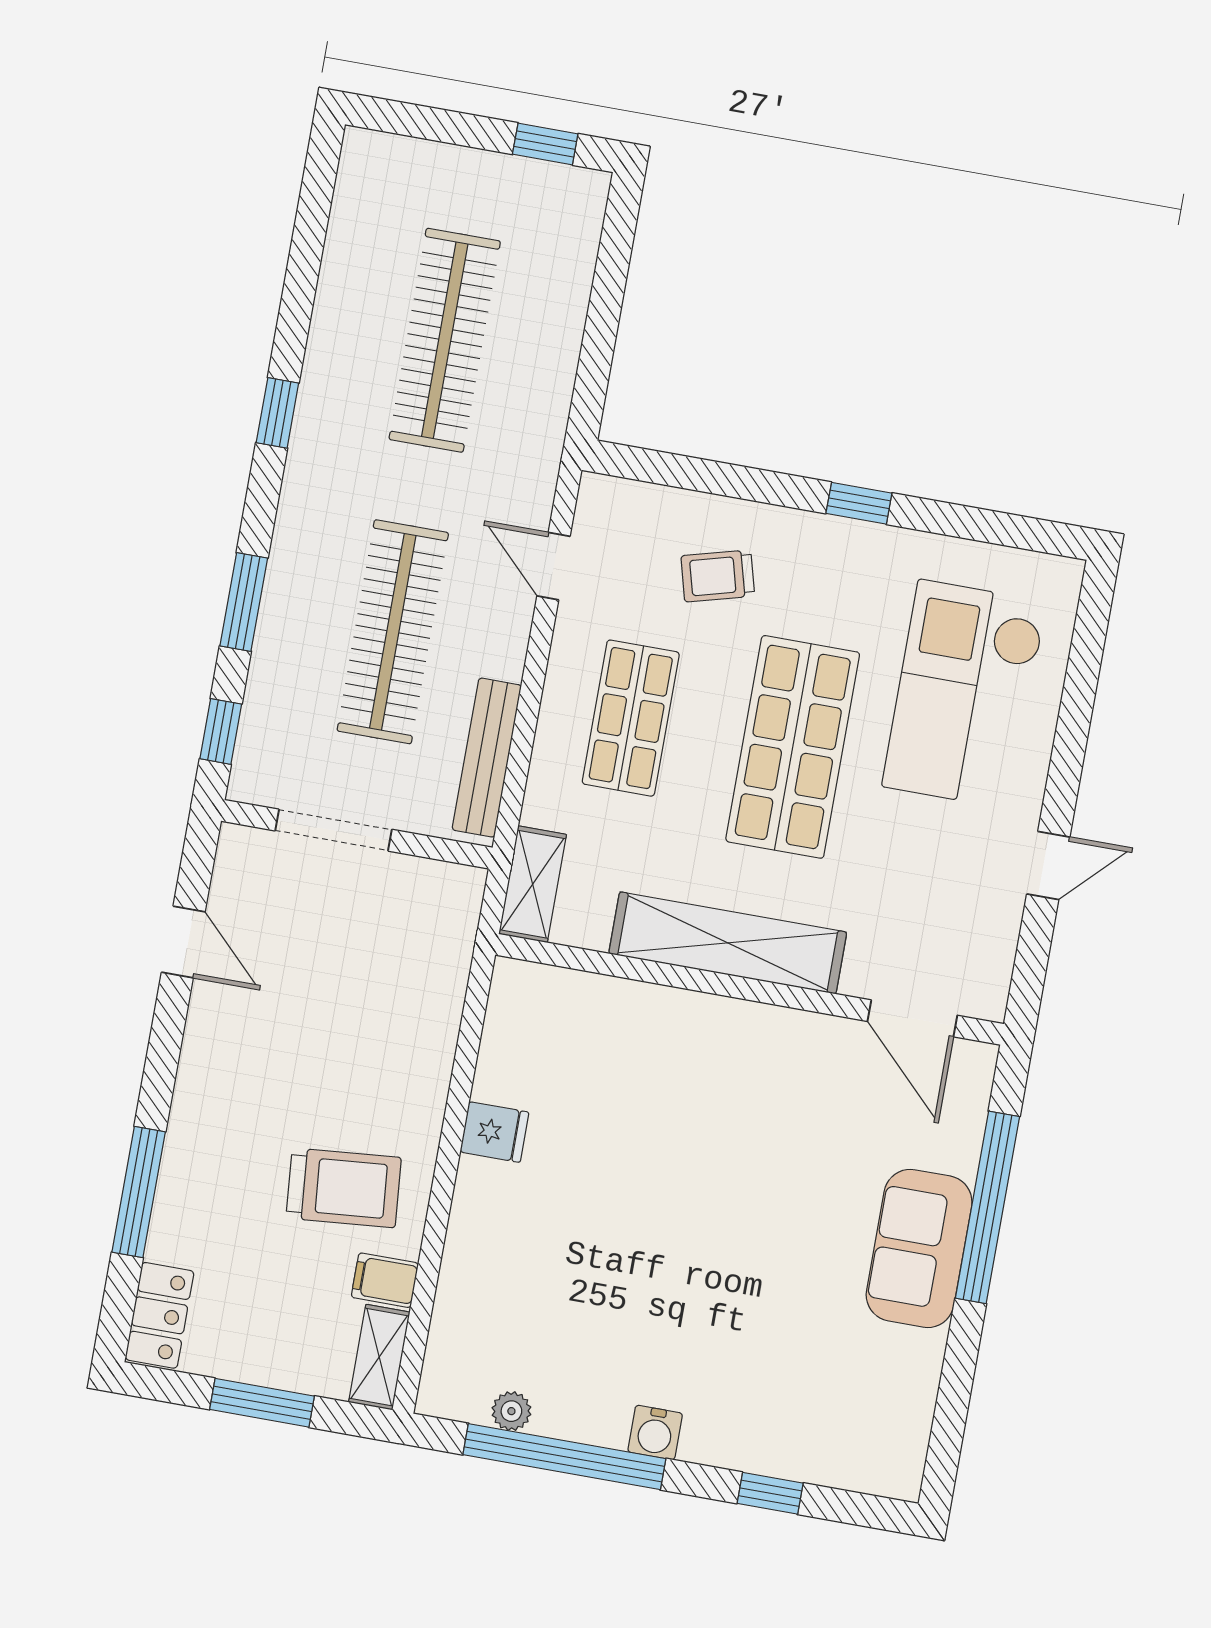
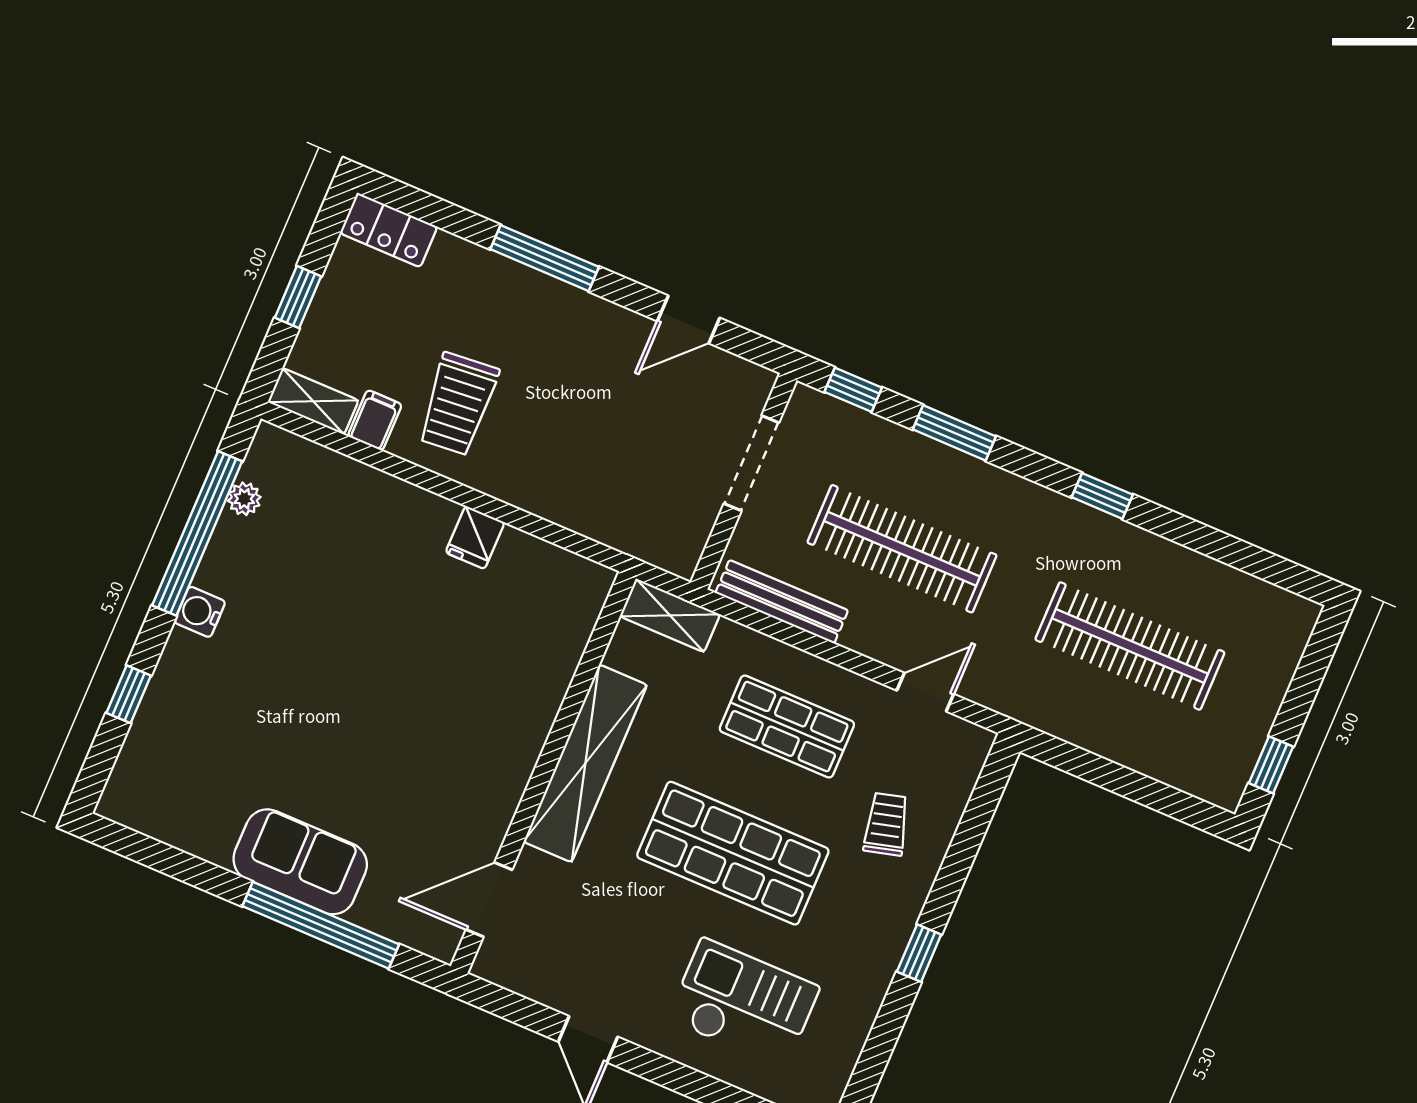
checkout: (965, 694) -> (744, 1003), width x0.73, depth x0.83
window: (139, 1192) -> (545, 258), moved
window: (262, 1403) -> (298, 297), width x0.67

